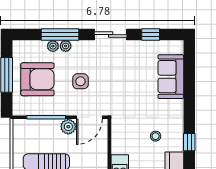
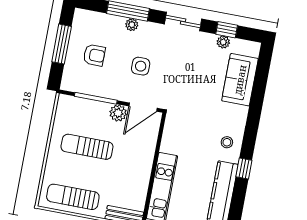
plant: (53, 46) -> (223, 42), moved
armchair: (37, 79) -> (94, 55), width x0.53, depth x0.53
stool: (156, 136) -> (227, 142), moved
window: (189, 142) -> (244, 169), moved

